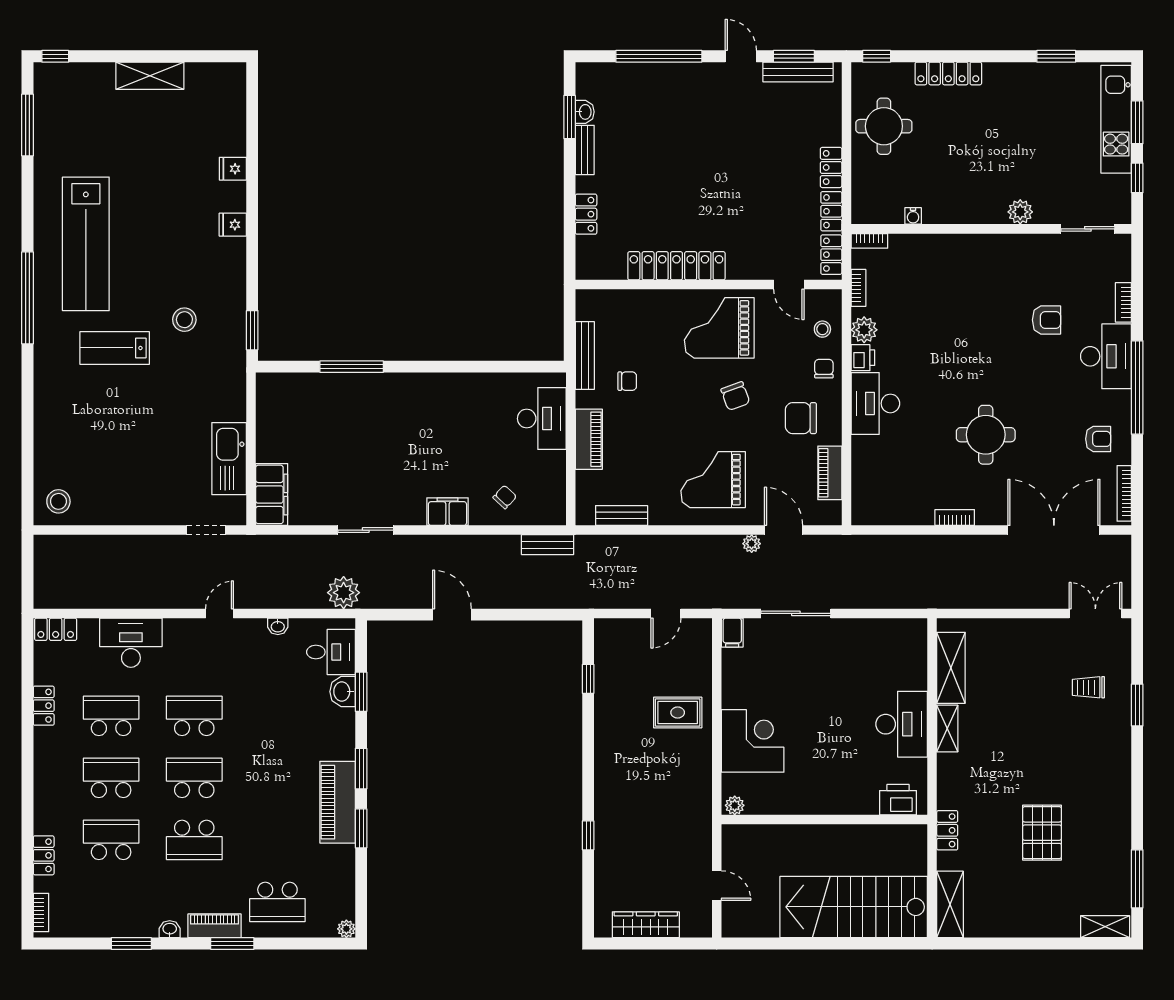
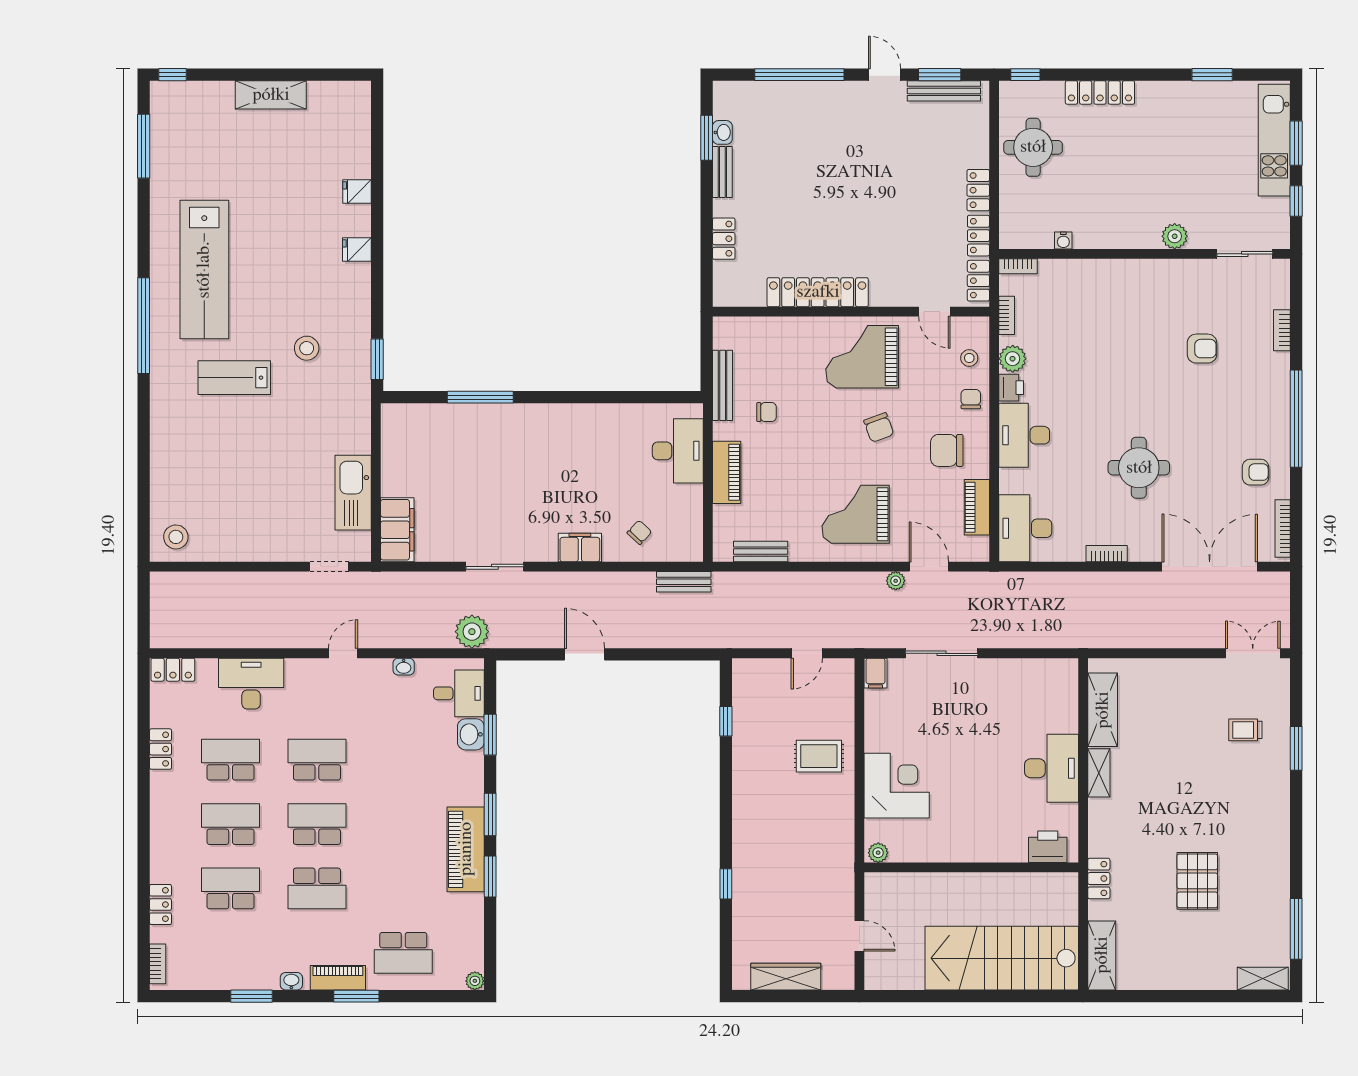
desk: (1106, 356) -> (1025, 528), moved, turned 180

